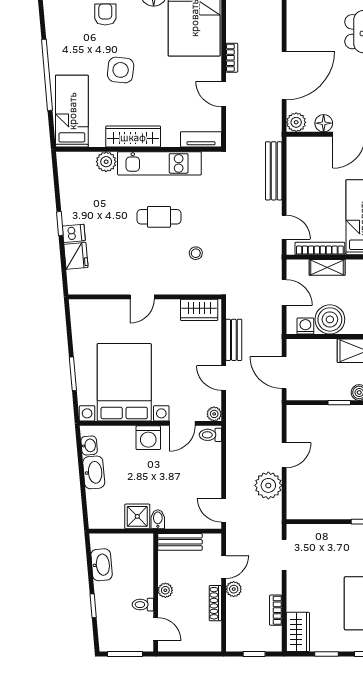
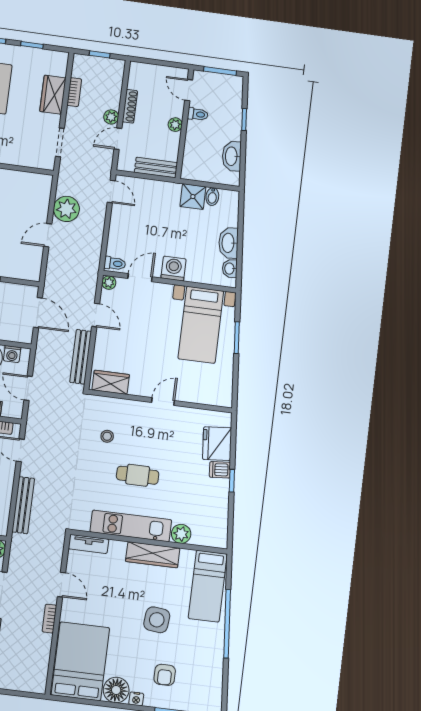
fridge: (76, 256) -> (217, 444), width x1.36, depth x1.34
bench: (234, 340) -> (81, 357), width x1.36
bed with nightstands: (124, 382) -> (201, 325), width x0.73
bidet: (158, 519) -> (212, 197), moved
wardrobe: (298, 632) -> (53, 95), moved

